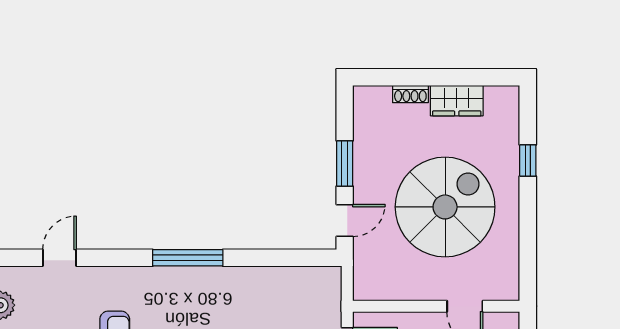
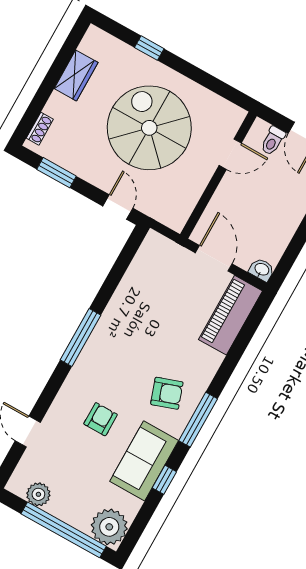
shoe rack: (410, 94) -> (40, 129), moved
window: (345, 163) -> (57, 173), moved

